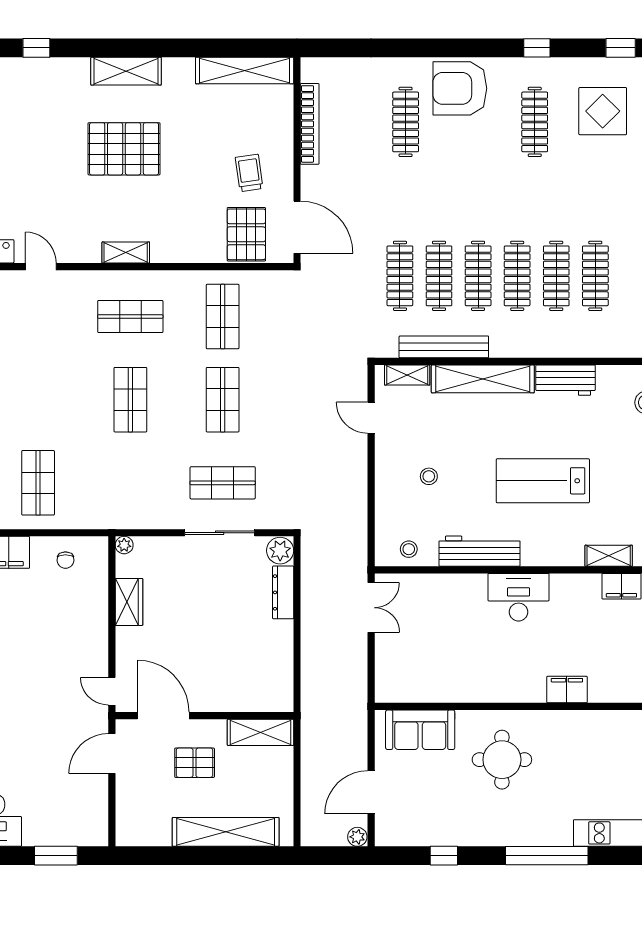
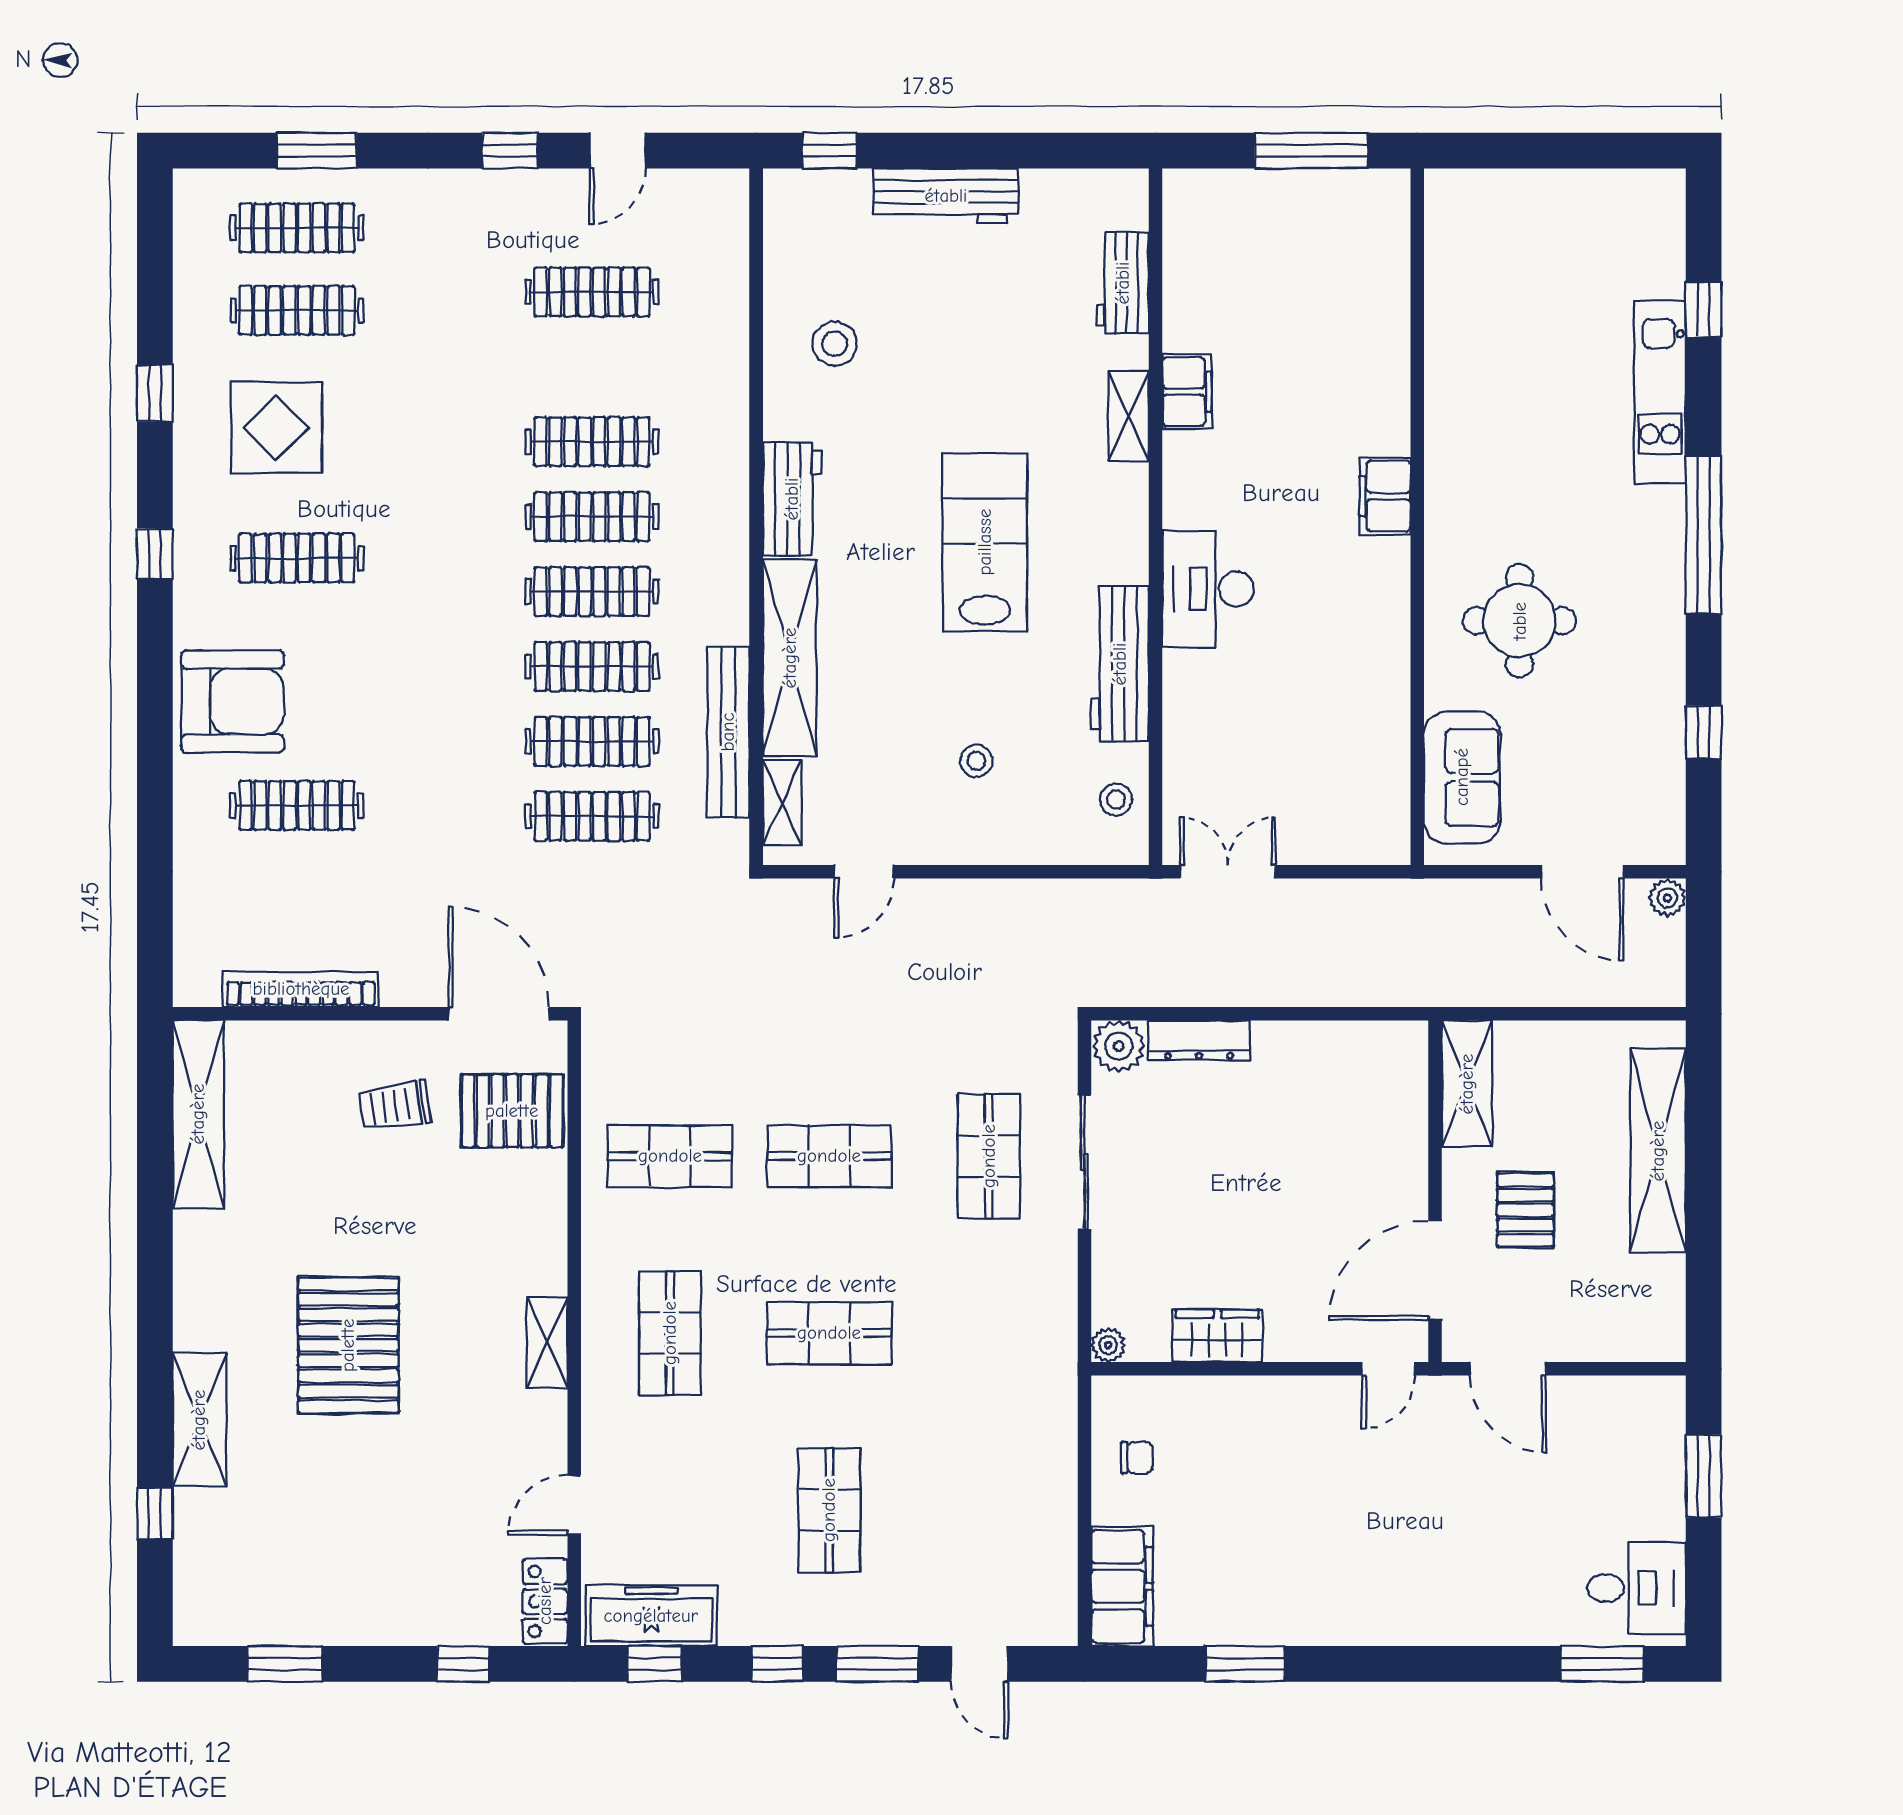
shelving: (126, 71) -> (199, 1420), moved
armchair: (460, 88) -> (233, 702), turned -90
door: (297, 227) -> (499, 1014), hinge flipped
lab bench: (543, 481) -> (985, 542), turned 180
shop shelf: (38, 483) -> (829, 1510), moved, turned 90

